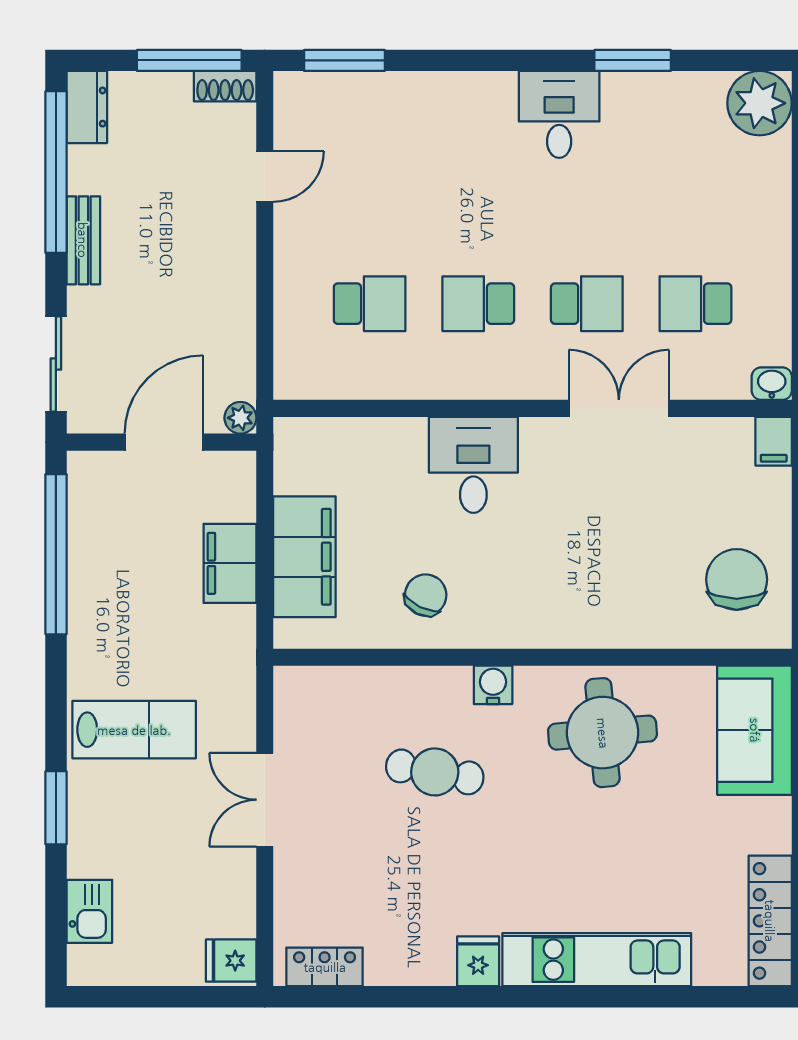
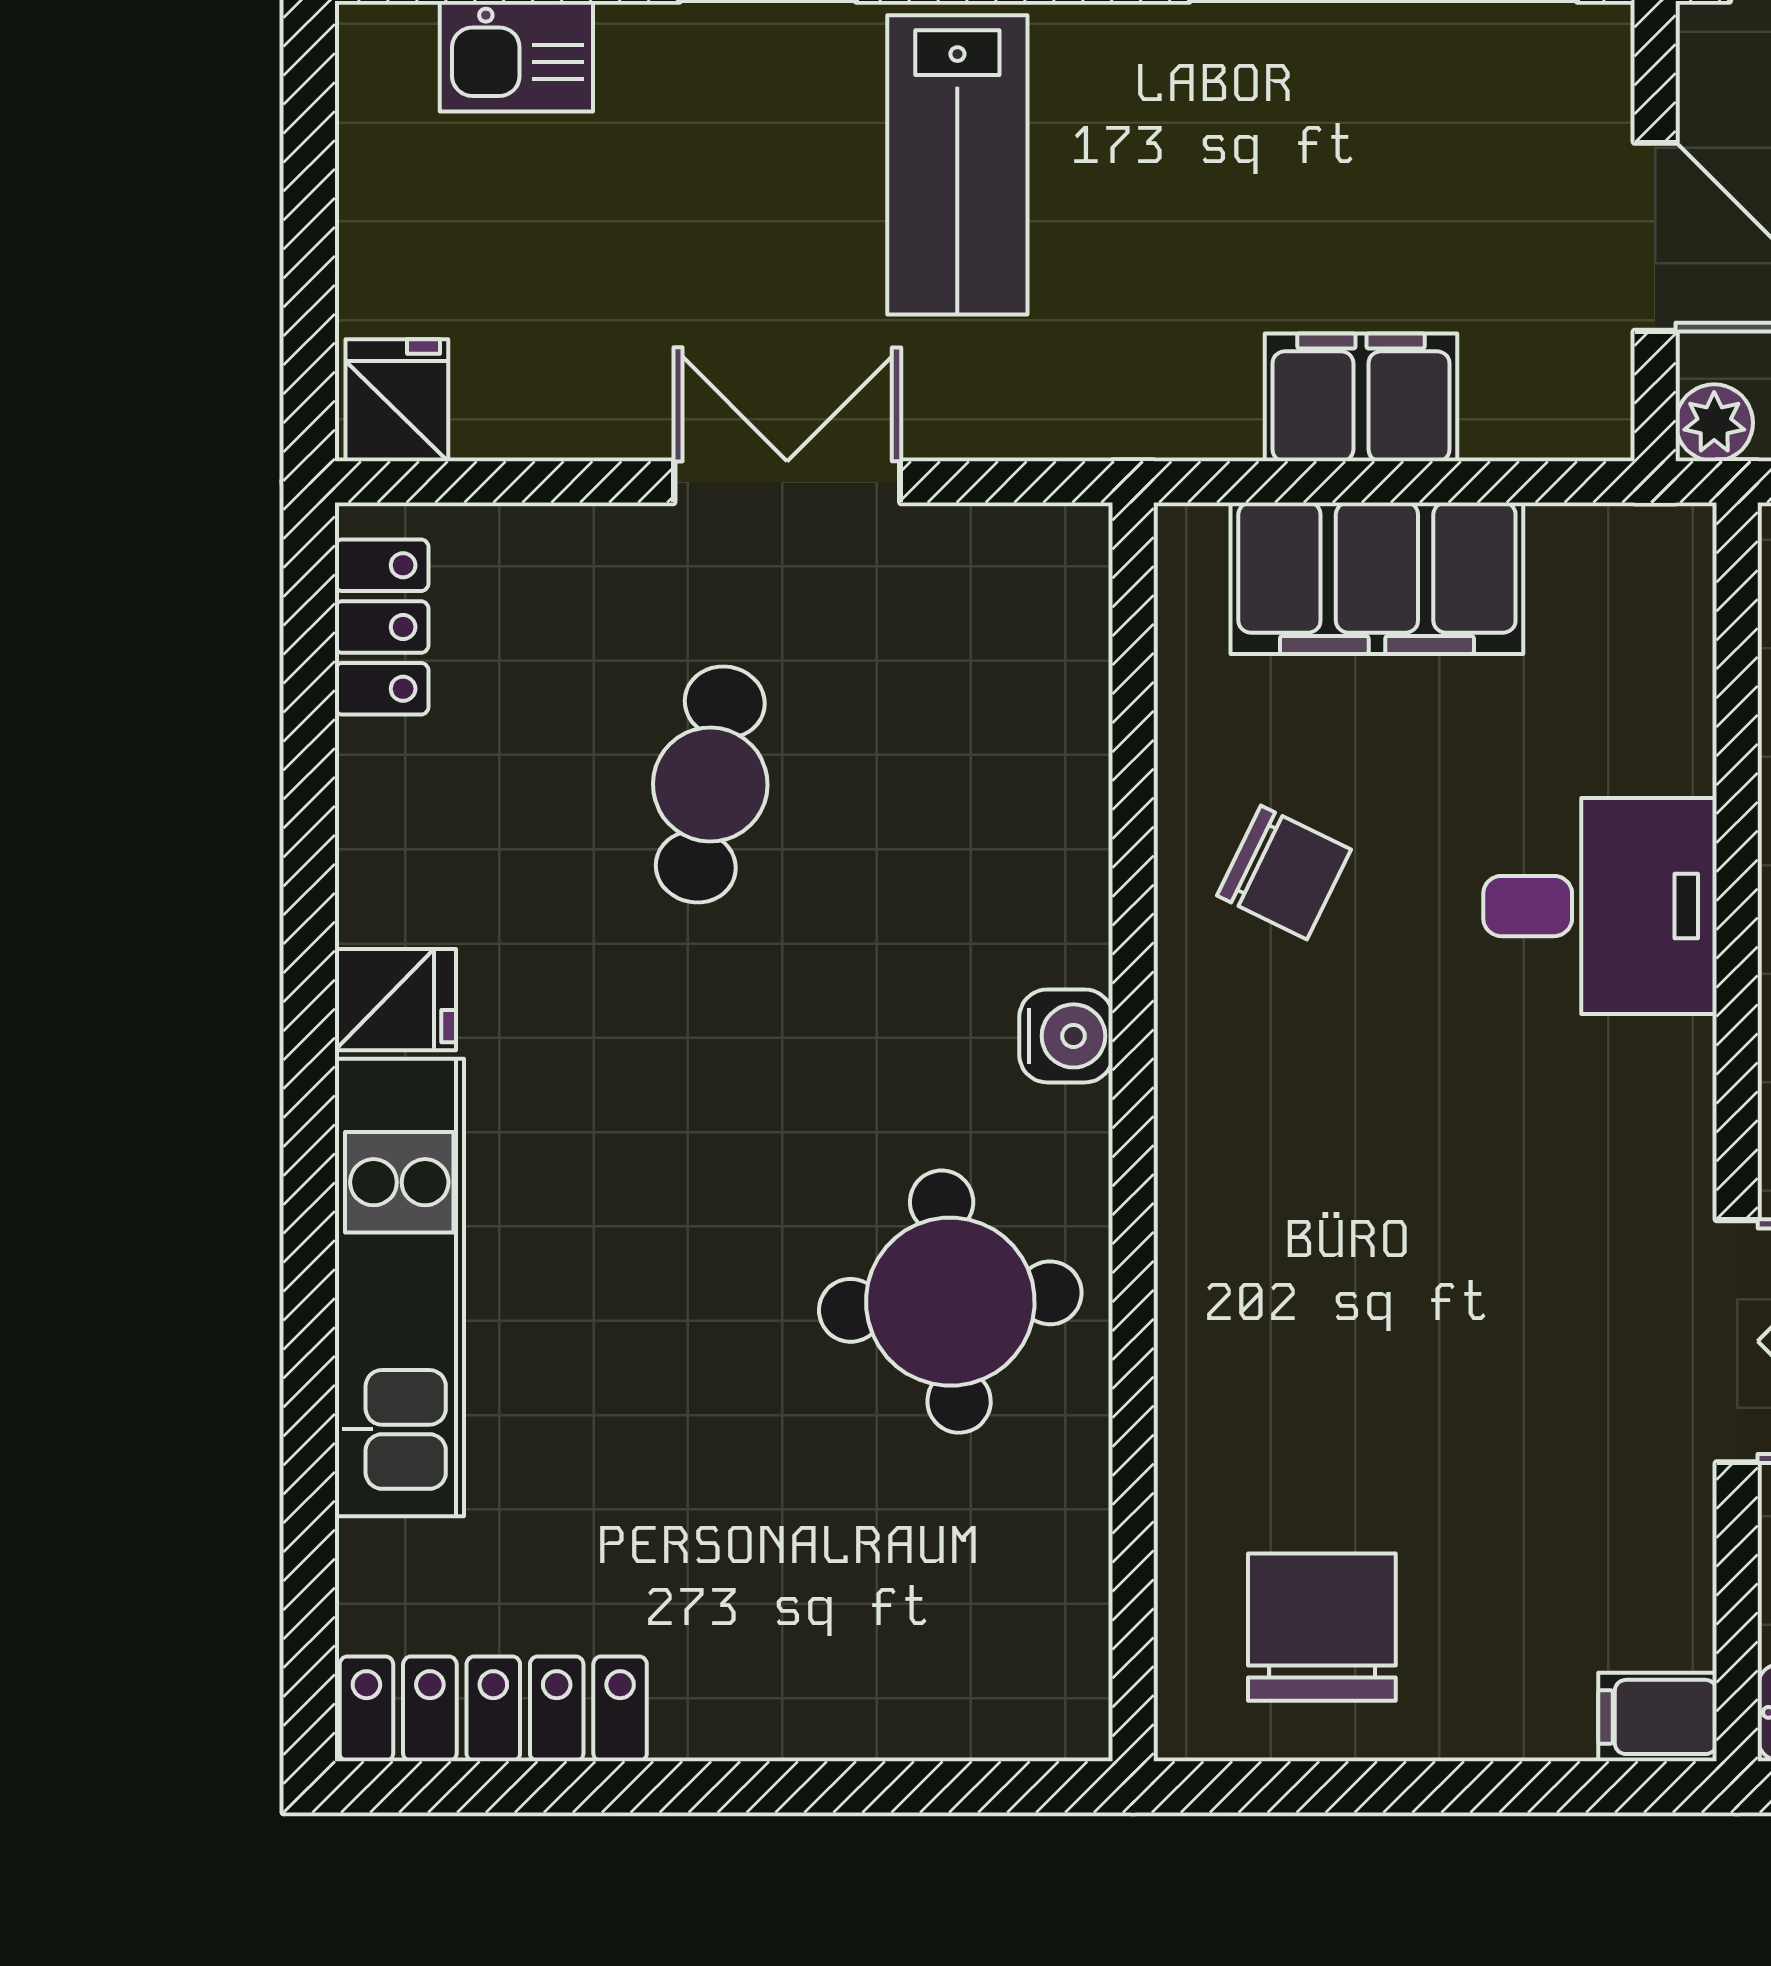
desk: (473, 465) -> (1600, 906), moved
chair: (737, 579) -> (1322, 1627), turned -90
sofa: (755, 730) -> (956, 1671), removed
cafe table: (435, 772) -> (710, 784), moved

